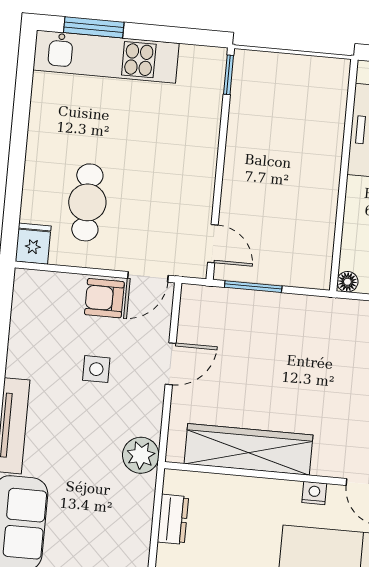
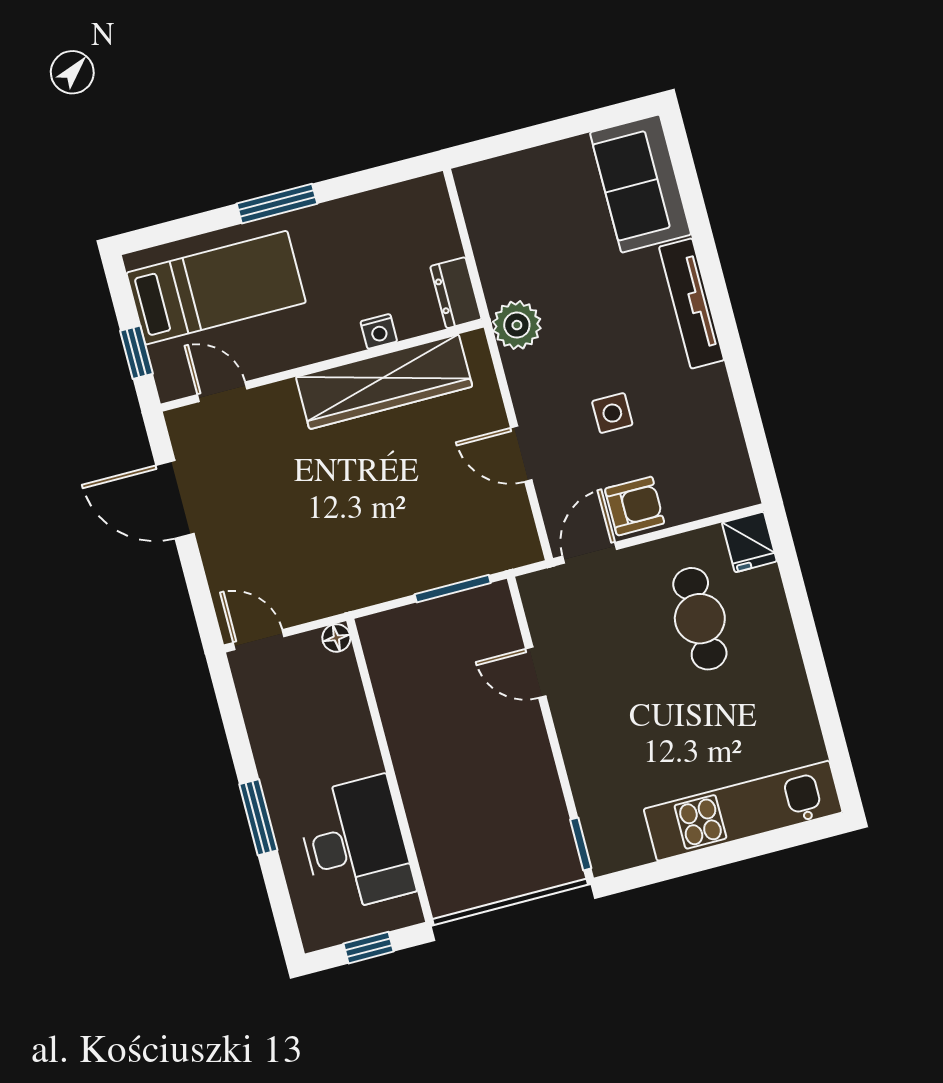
window: (94, 27) -> (772, 842), removed
door: (213, 244) -> (536, 672), moved
door: (171, 364) -> (521, 454), hinge flipped
nightstand: (314, 493) -> (379, 331), moved
dresser: (173, 519) -> (456, 293), moved

